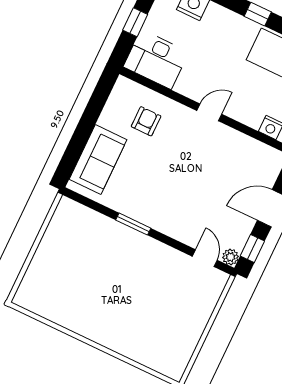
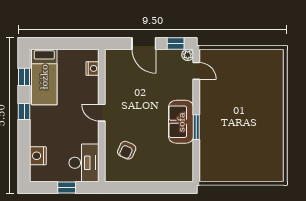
armchair: (146, 121) -> (127, 150), turned -66
sofa: (98, 160) -> (181, 122), moved, turned -90
door: (205, 258) -> (196, 71), swing flipped

